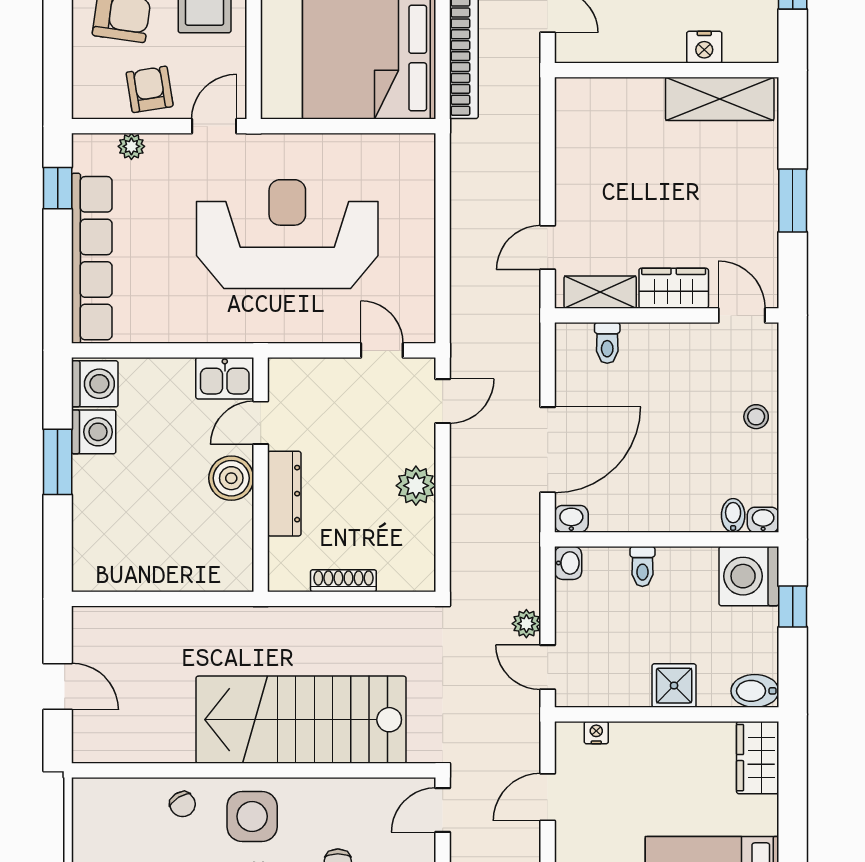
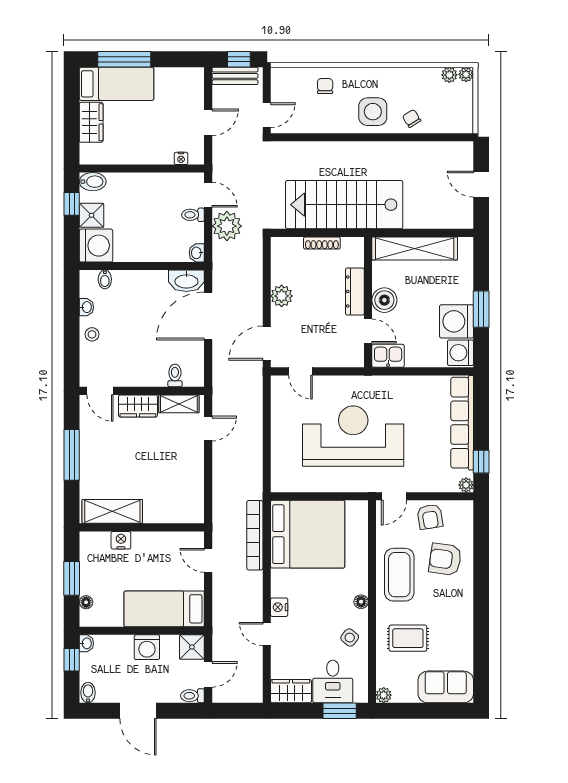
plant: (131, 146) -> (466, 485), moved
window: (793, 201) -> (72, 455), width x1.44
reception desk: (287, 234) -> (353, 436), turned 180
door: (443, 401) -> (267, 343), width x1.38
door: (261, 423) -> (368, 331), hinge flipped
washing machine: (94, 432) -> (457, 321), width x1.37, depth x1.37
washbasin: (571, 519) -> (186, 281), width x1.91, depth x1.45
washbasin: (763, 520) -> (86, 307), moved, turned -90
toilet: (642, 566) -> (193, 215), moved, turned -90
shelving: (177, 571) -> (415, 248), added
window: (793, 606) -> (72, 204), moved
plant: (526, 624) -> (227, 226), width x1.88, depth x1.88
shower: (674, 686) -> (92, 215), moved
stairs: (301, 720) -> (344, 205), moved, turned 180
wardrobe: (758, 758) -> (91, 122), moved

